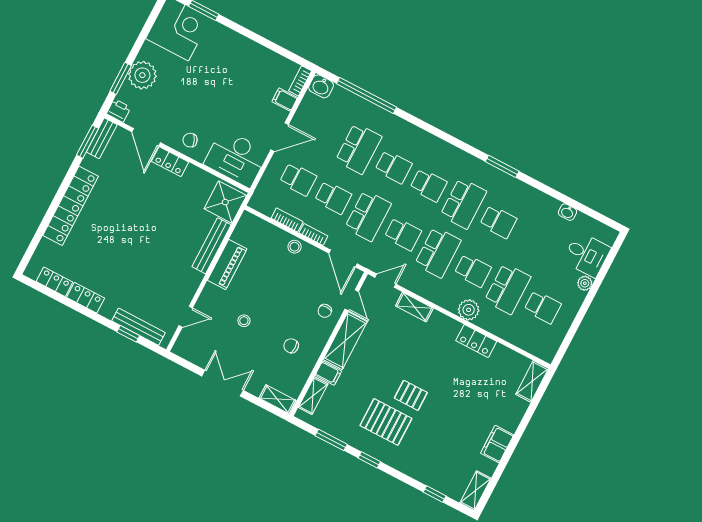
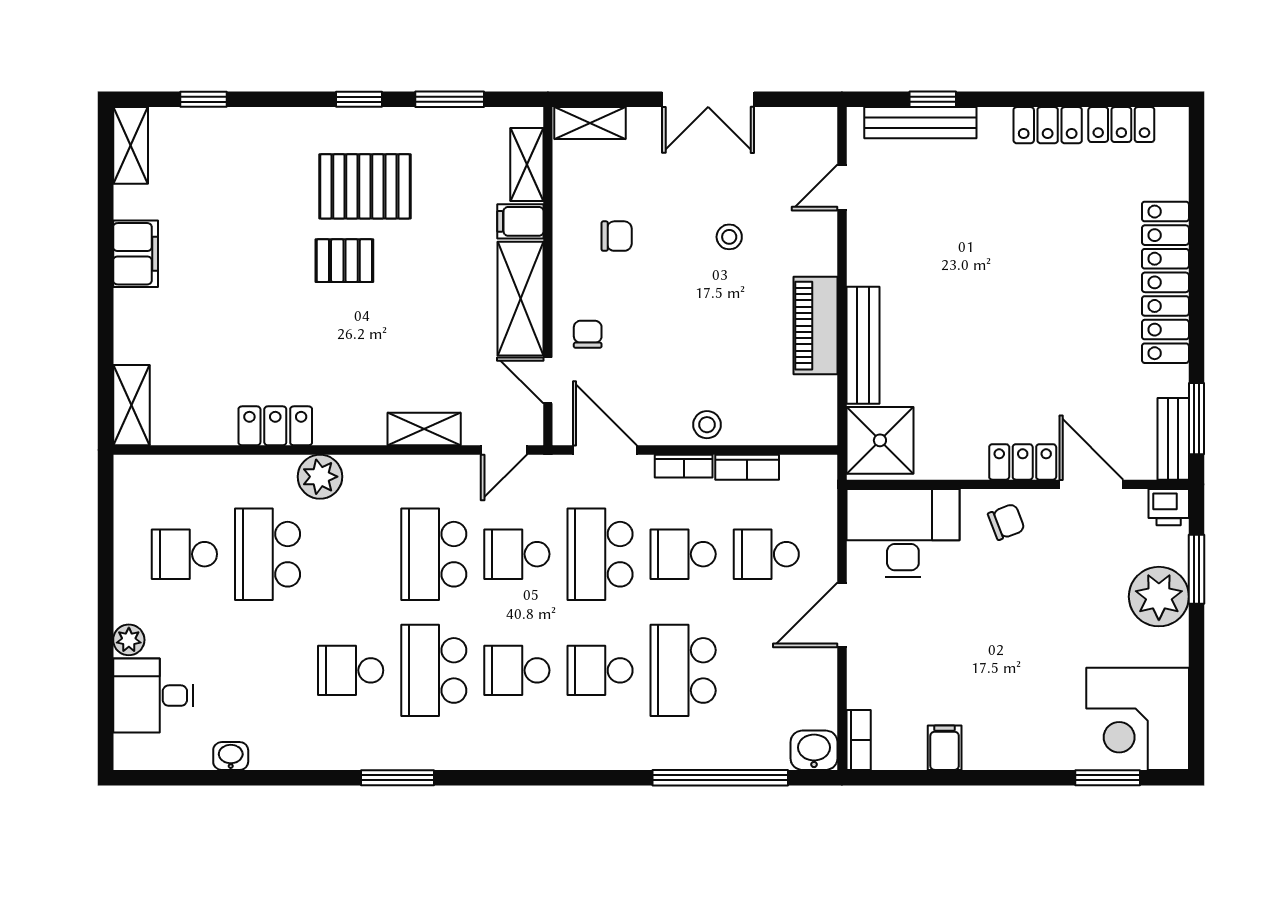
filing cabinet: (285, 100) -> (945, 748), moved, turned -90
school desk: (473, 271) -> (351, 554), removed

